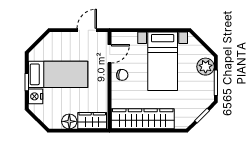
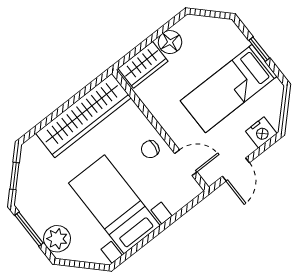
door: (110, 54) -> (186, 163), swing flipped
nightstand: (36, 96) -> (261, 132), moved, turned 90

